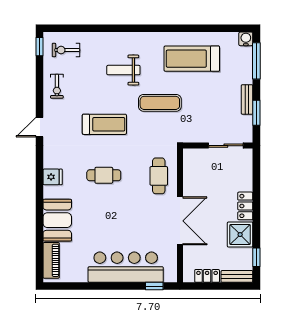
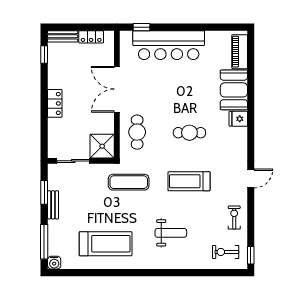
exercise bike: (66, 50) -> (226, 252), turned 180
exercise mat: (160, 103) -> (129, 182), moved
fridge: (53, 177) -> (238, 119), moved
shower: (240, 235) -> (102, 146), moved

